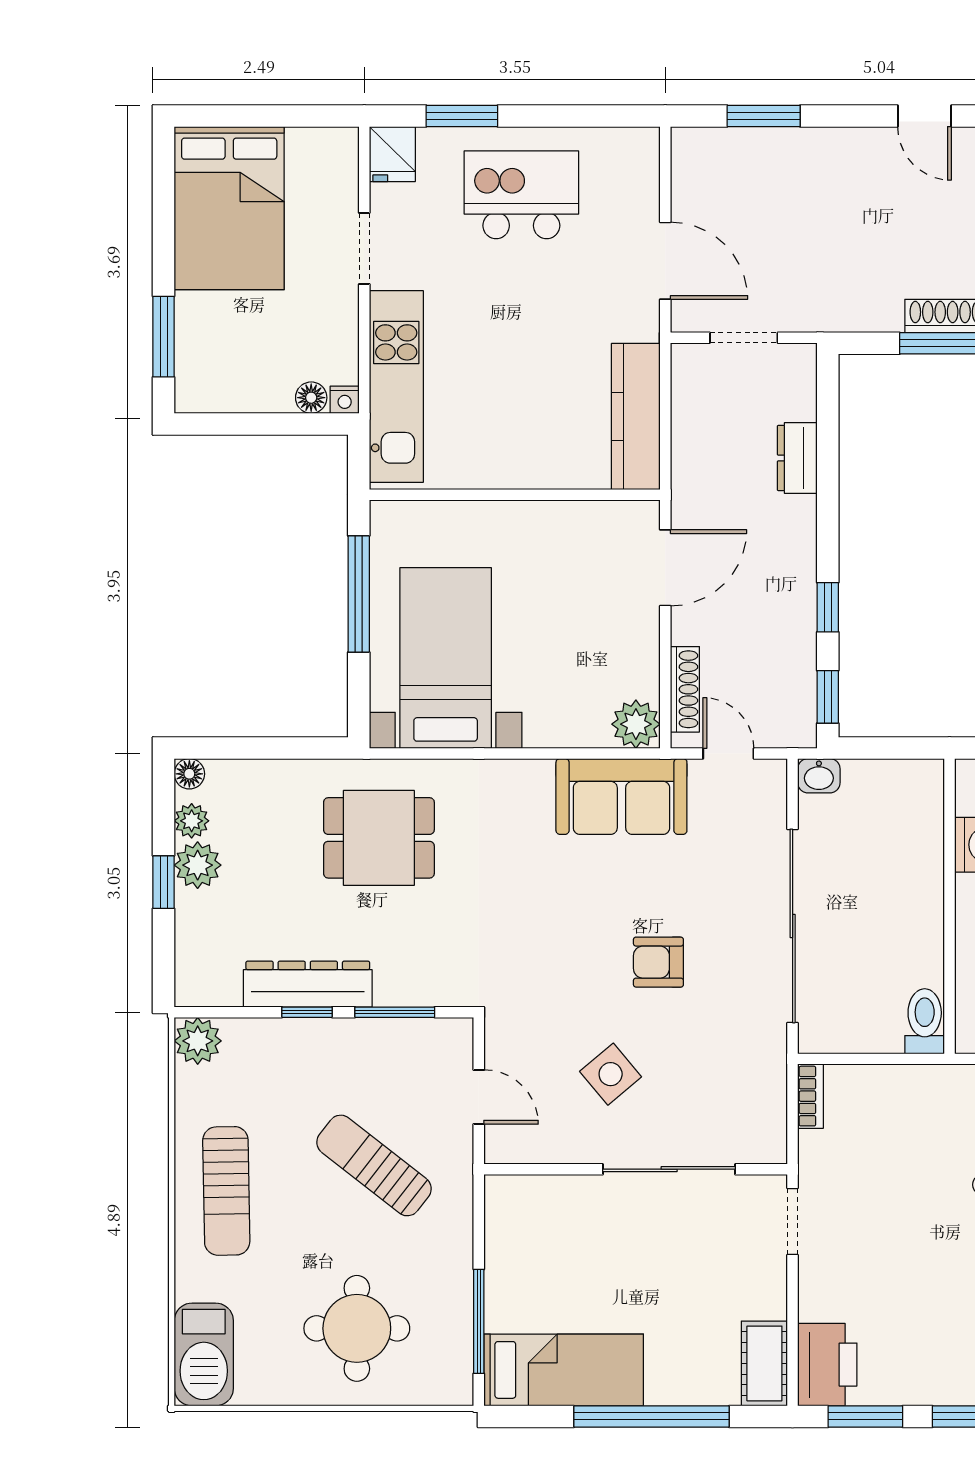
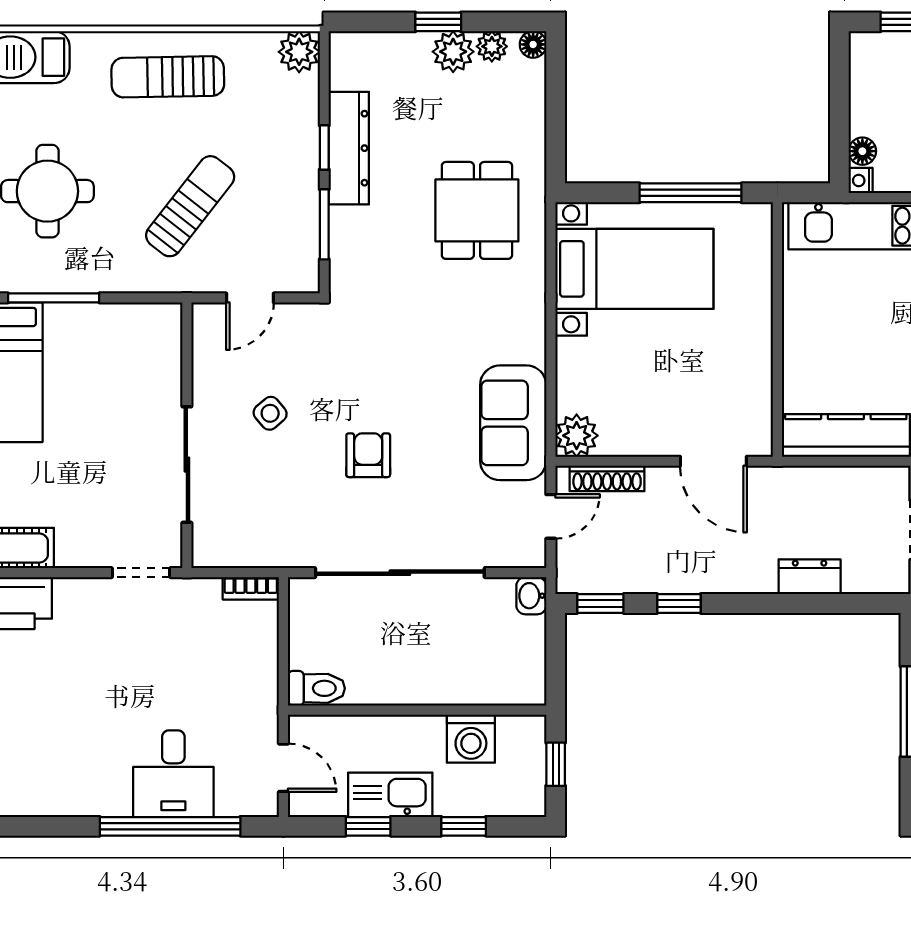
side table: (611, 1074) -> (270, 413), width x0.73, depth x0.73

